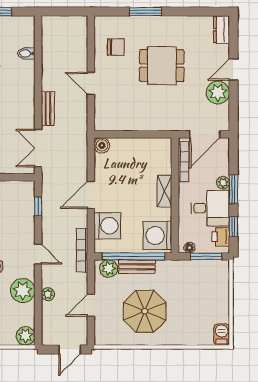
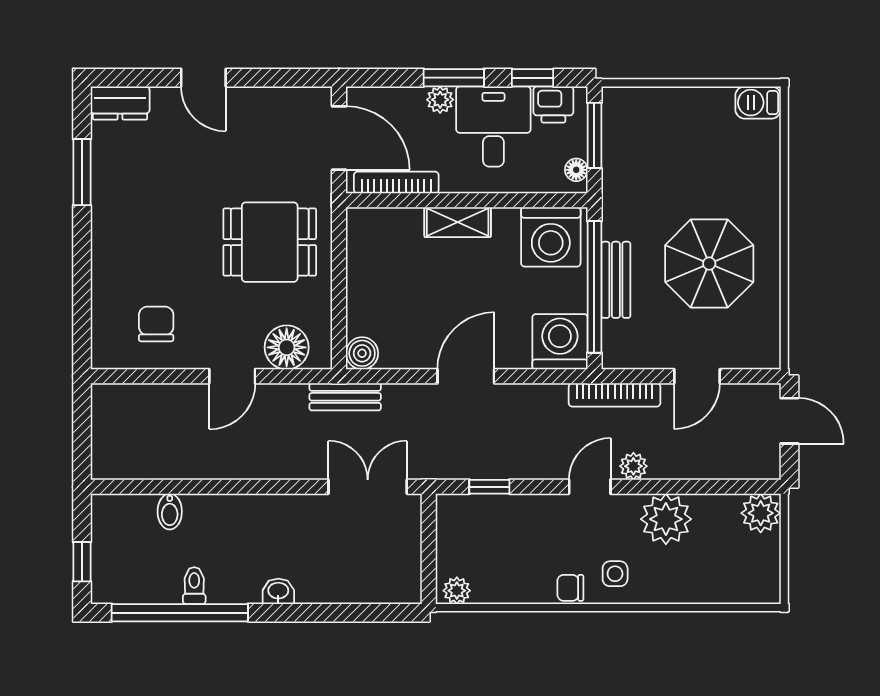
window: (145, 12) -> (82, 172), moved
dining table: (162, 66) -> (270, 242), moved, turned 90
plant: (218, 93) -> (251, 111), removed
bench: (48, 109) -> (345, 397), moved
floor lamp: (105, 109) -> (287, 347), added
double door: (38, 148) -> (368, 487), swing flipped
door: (91, 195) -> (466, 376), swing flipped
washing machine: (107, 226) -> (560, 342), moved
bookcase: (82, 250) -> (615, 395), moved
plant: (109, 269) -> (620, 339), removed
plant: (48, 294) -> (633, 466), moved
door: (91, 305) -> (697, 376), hinge flipped

